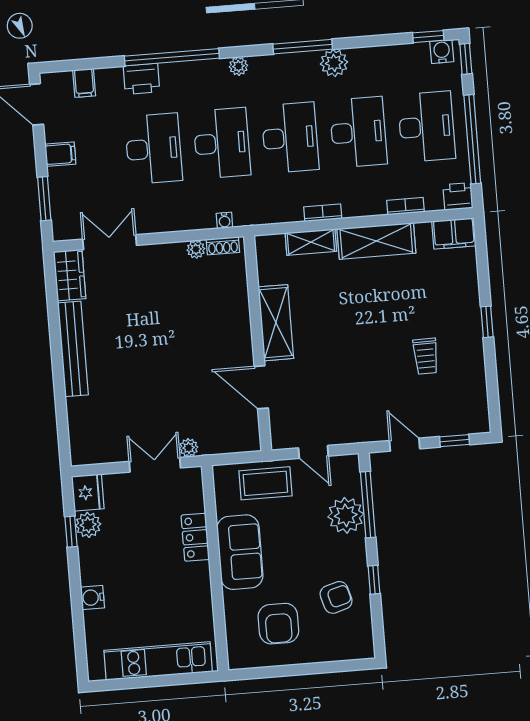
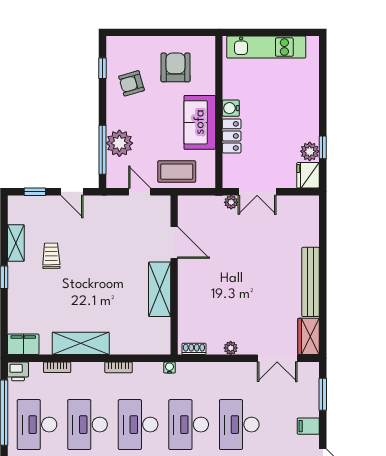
water cooler: (224, 220) -> (169, 368), moved
shelving: (311, 242) -> (16, 243), moved, turned 90
plant: (196, 249) -> (231, 348), moved
window: (374, 580) -> (102, 68), moved
water cooler: (92, 597) -> (231, 108), moved, turned 180

